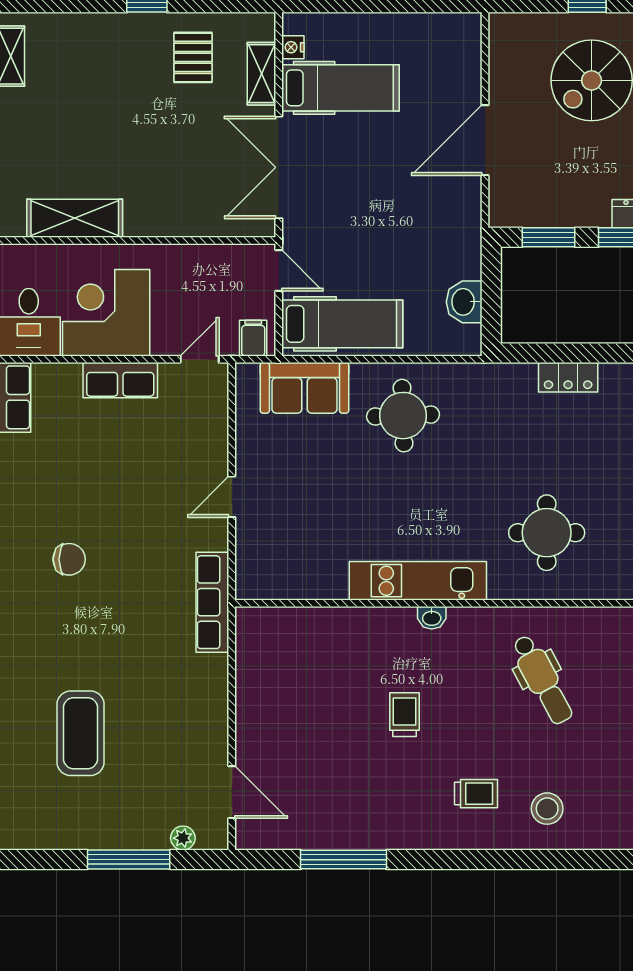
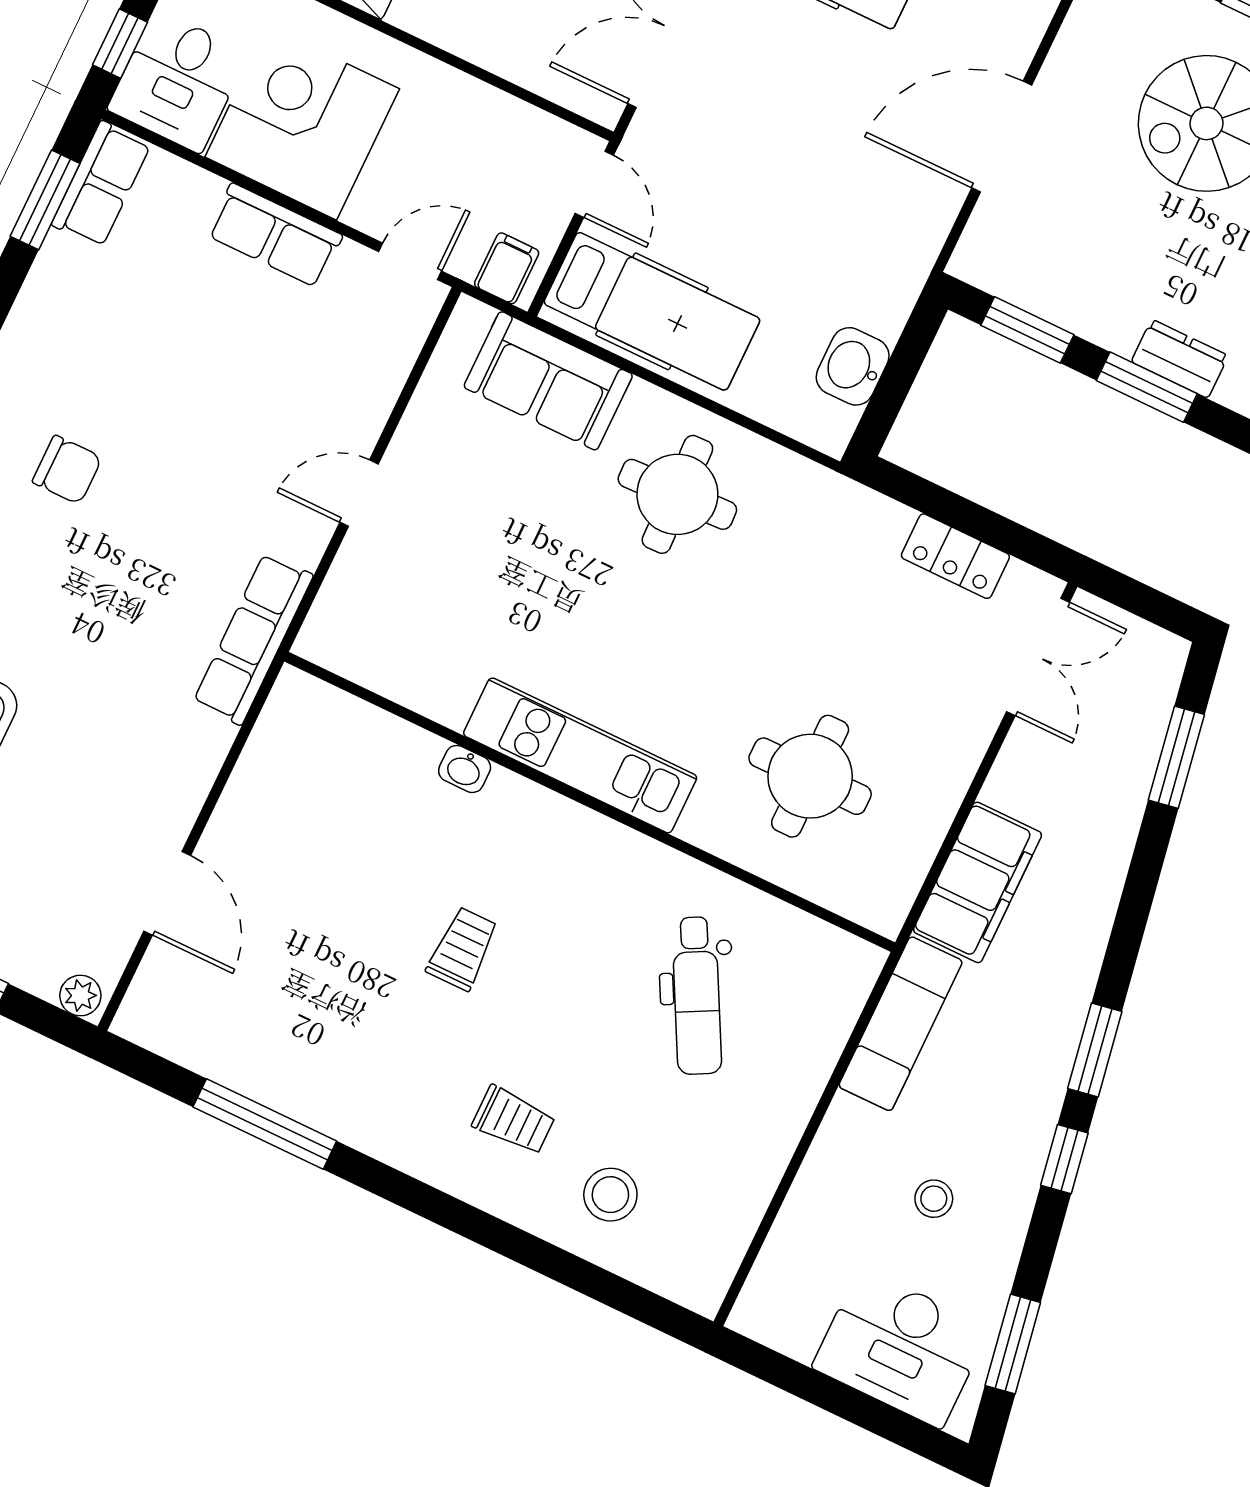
washbasin: (432, 618) -> (465, 769), moved
door: (232, 792) -> (167, 893), moved
plant: (183, 838) -> (80, 996), moved

